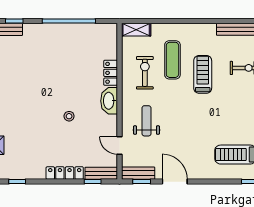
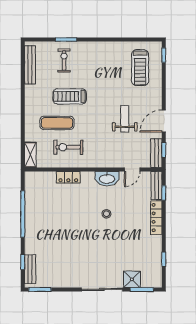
washbasin: (109, 101) -> (107, 179), moved
weight bench: (146, 121) -> (125, 119), moved, turned 90

